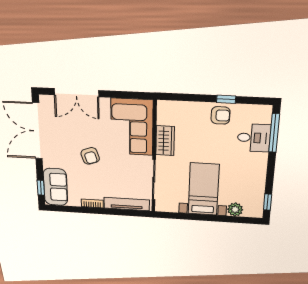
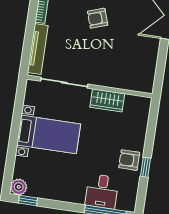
armchair: (221, 115) -> (129, 160), turned 90
corner sofa: (132, 127) -> (126, 68), removed
plant: (235, 209) -> (19, 187), moved

